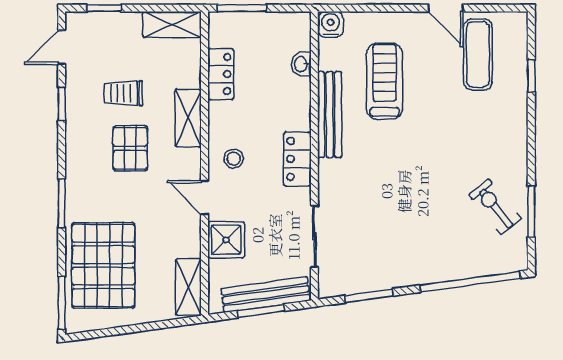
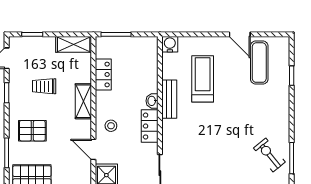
washbasin: (301, 64) -> (152, 101), moved
bench: (330, 115) -> (169, 99), width x0.73
pallet: (130, 148) -> (32, 131), moved, turned 90

